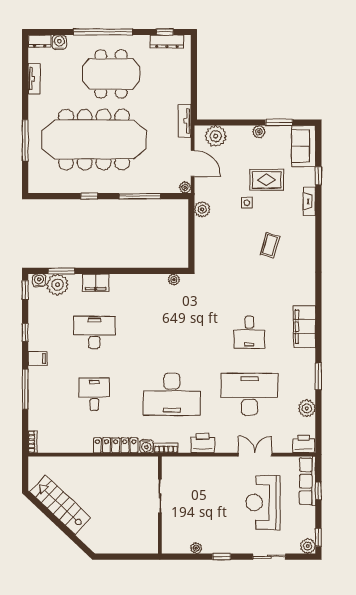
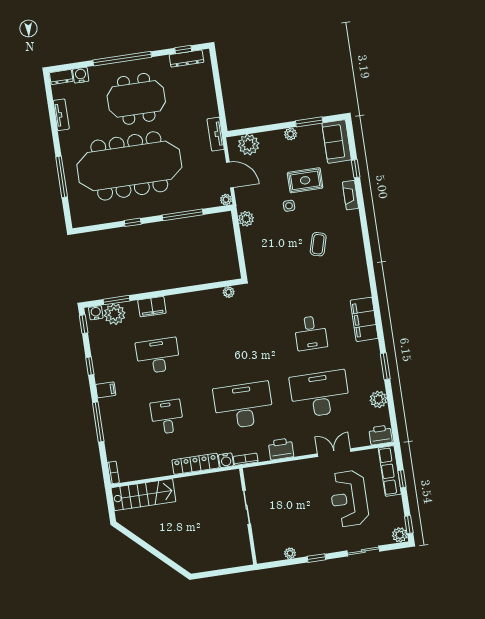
desk: (172, 394) -> (243, 405), turned 180
stairs: (60, 505) -> (143, 495), moved, turned 137

